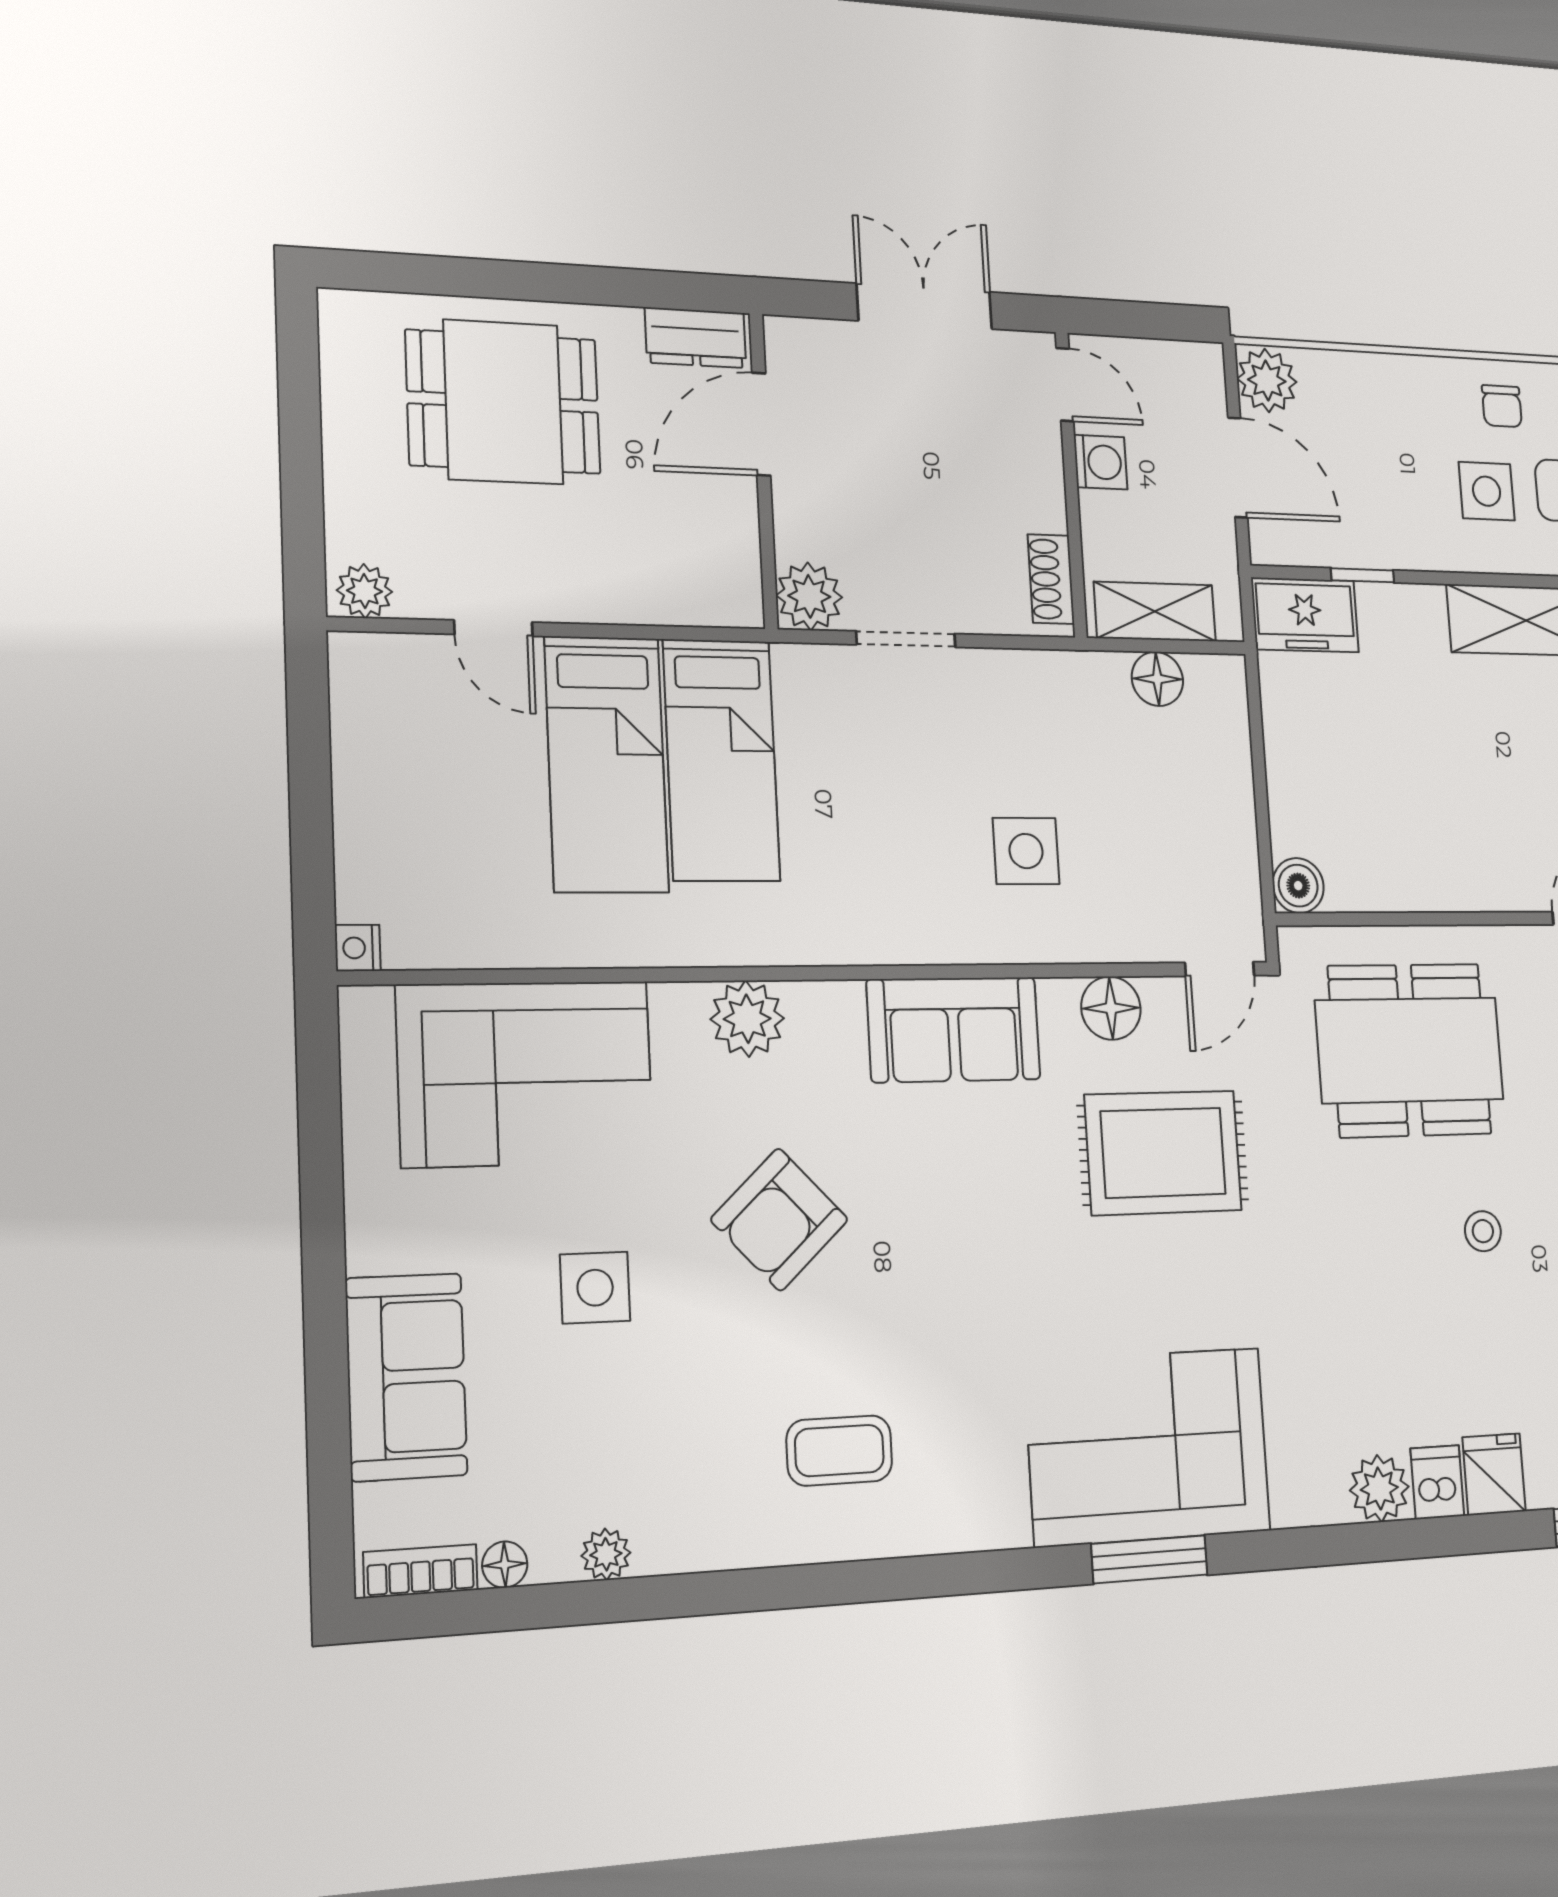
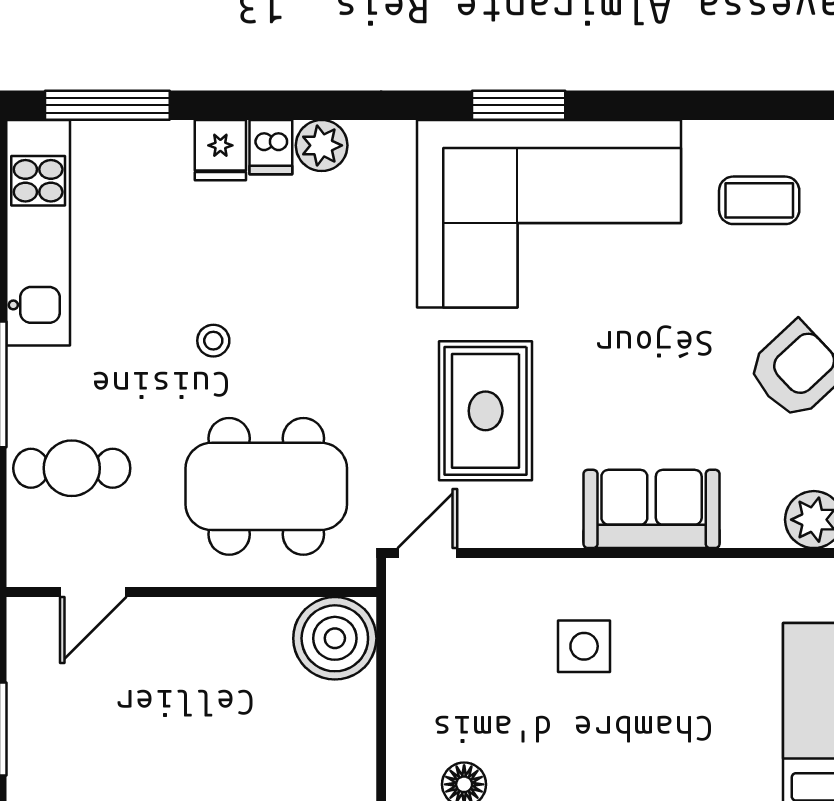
boiler: (1298, 886) -> (335, 638), width x1.86, depth x1.86
floor lamp: (1111, 1008) -> (522, 523), removed
rug: (1163, 1153) -> (486, 411), turned 90
corner sofa: (1148, 1446) -> (549, 214), width x1.36, depth x1.36

